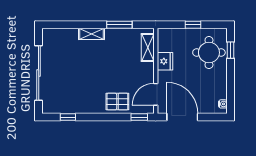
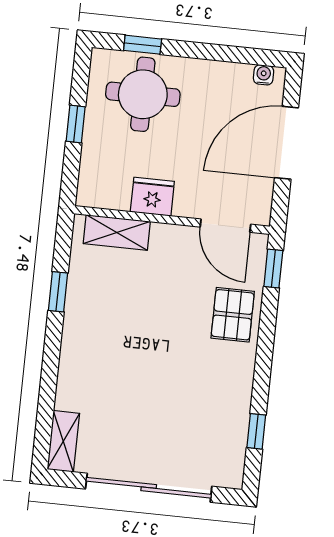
window: (119, 25) -> (58, 292), width x0.67
shelving: (92, 34) -> (63, 441), moved
door: (182, 117) -> (287, 143), moved

